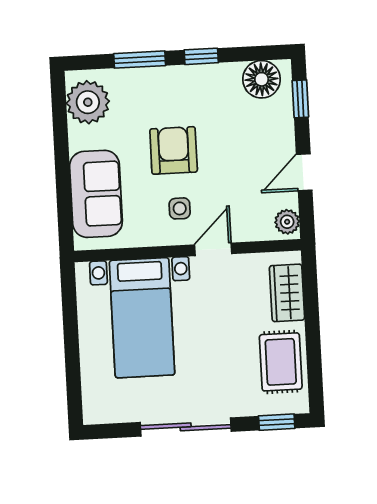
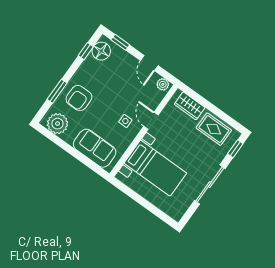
window: (201, 56) -> (86, 51), moved
armchair: (174, 150) -> (79, 98), moved, turned -90

